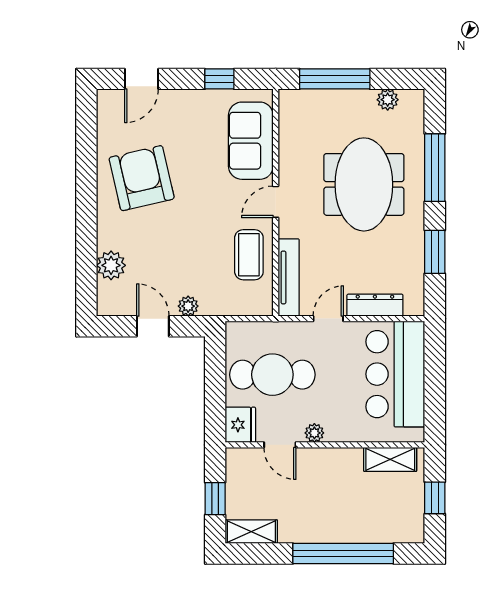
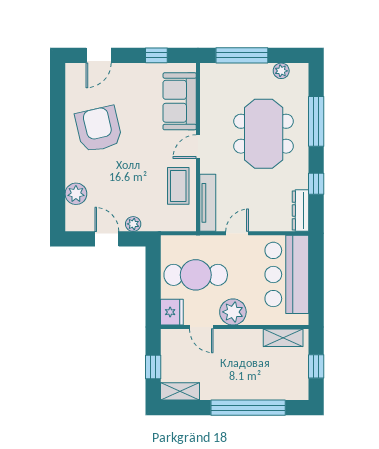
window: (435, 252) -> (316, 184), width x0.67
dresser: (375, 305) -> (300, 211), moved, turned -90
plant: (314, 433) -> (233, 312), width x1.87, depth x1.87

